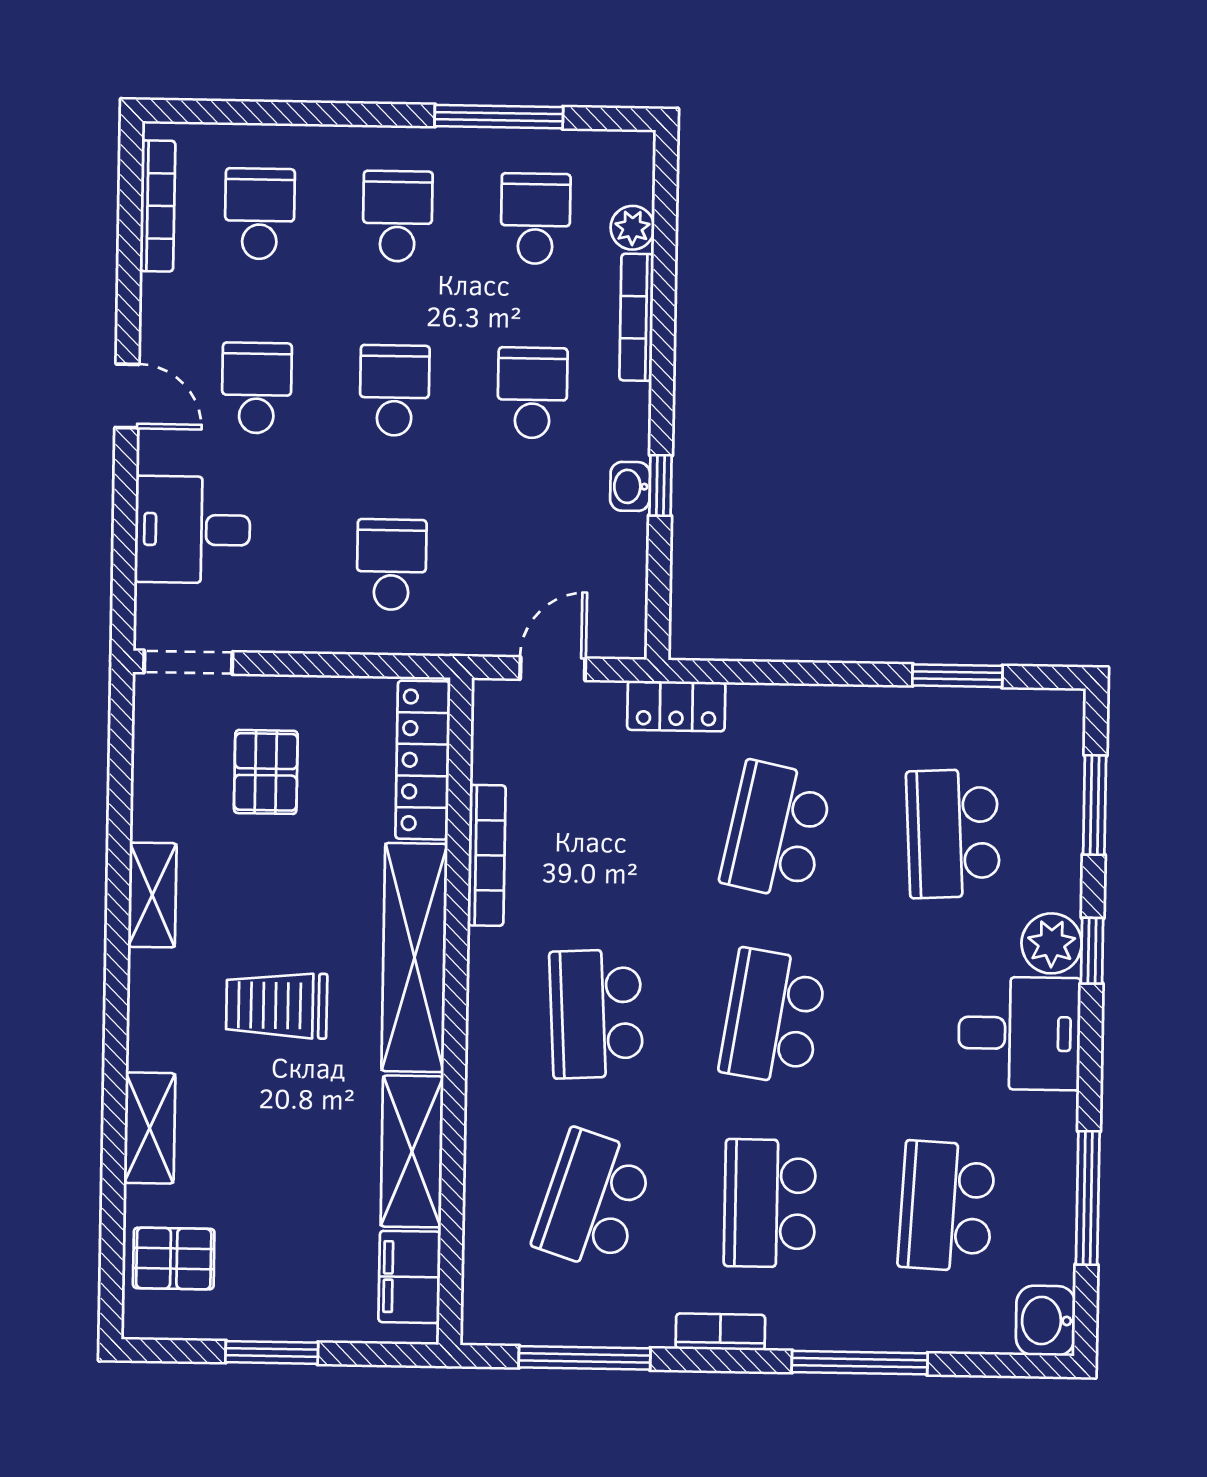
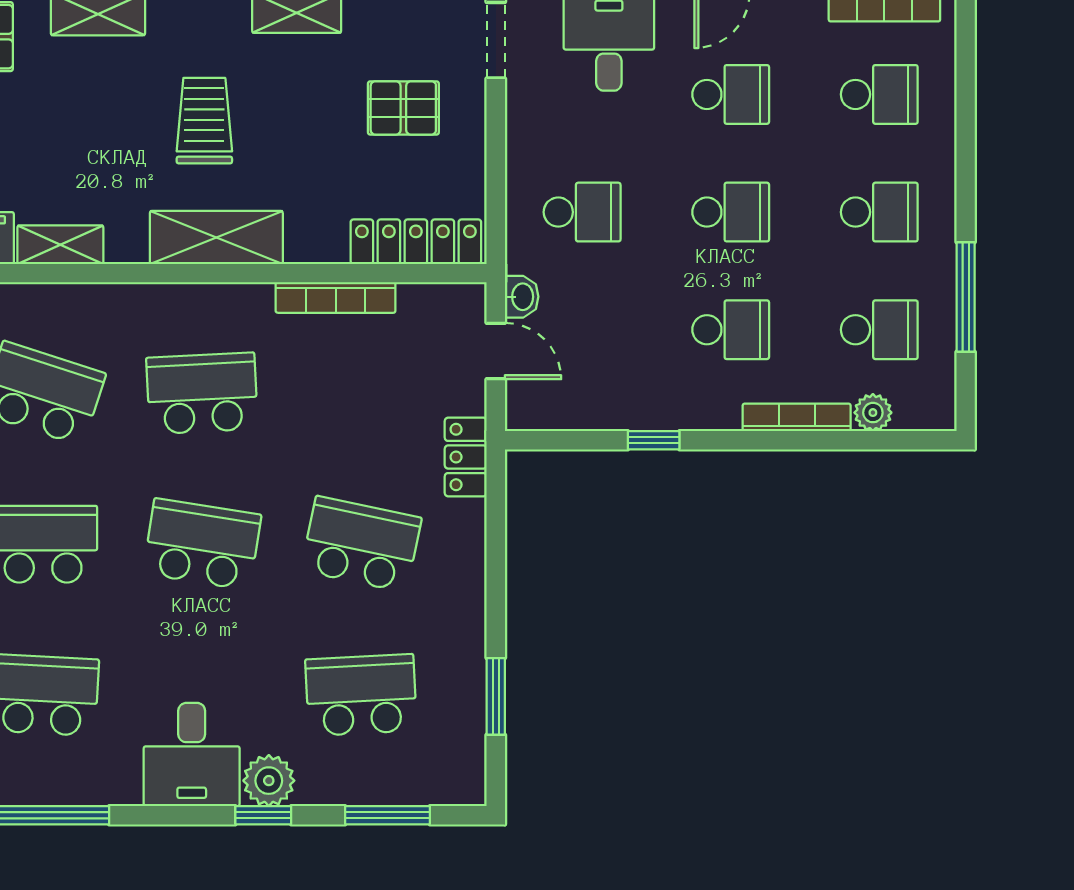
washbasin: (630, 486) -> (522, 297), moved, turned 90
shelving: (414, 957) -> (216, 237), width x0.68
shelving: (412, 1151) -> (60, 245), width x0.67, depth x0.75

